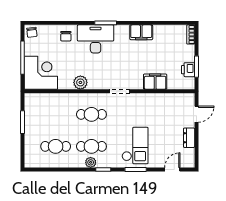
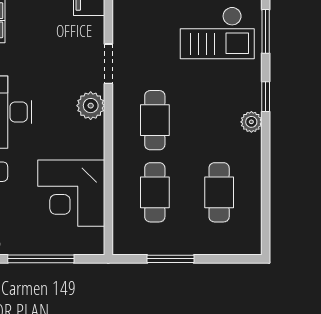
corner desk: (41, 73) -> (71, 193), moved, turned -90
plant: (80, 82) -> (91, 106), moved
checkout: (135, 145) -> (217, 33), turned 180
cafe table: (91, 146) -> (155, 192), moved

